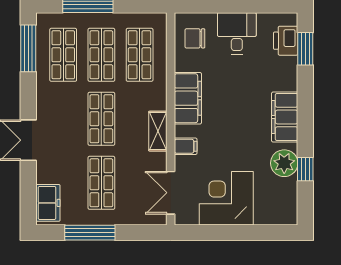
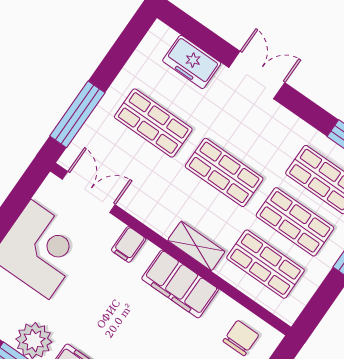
shelving: (158, 131) -> (196, 246), moved
freezer: (48, 203) -> (192, 62), moved
window: (90, 233) -> (77, 114), moved

